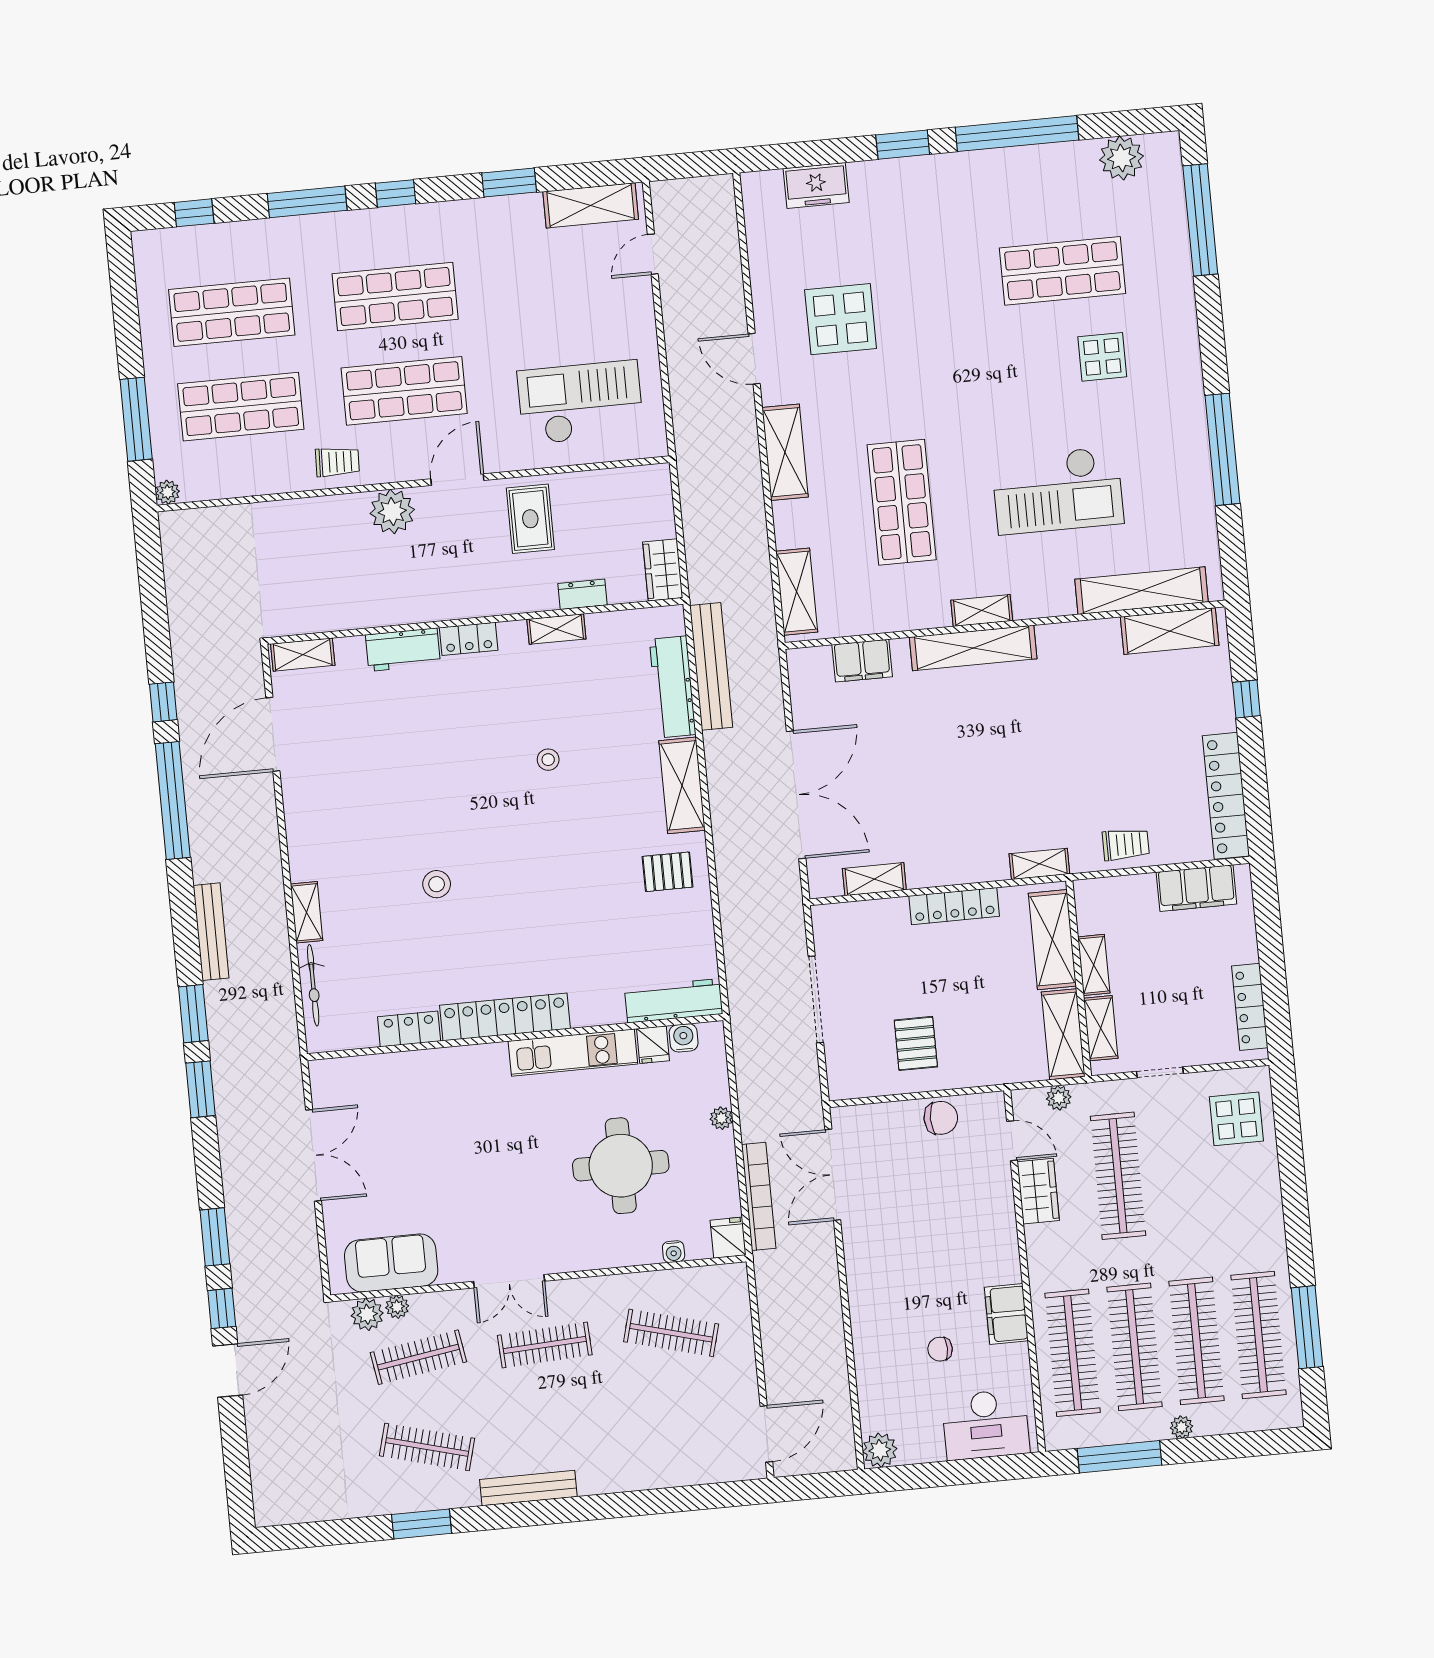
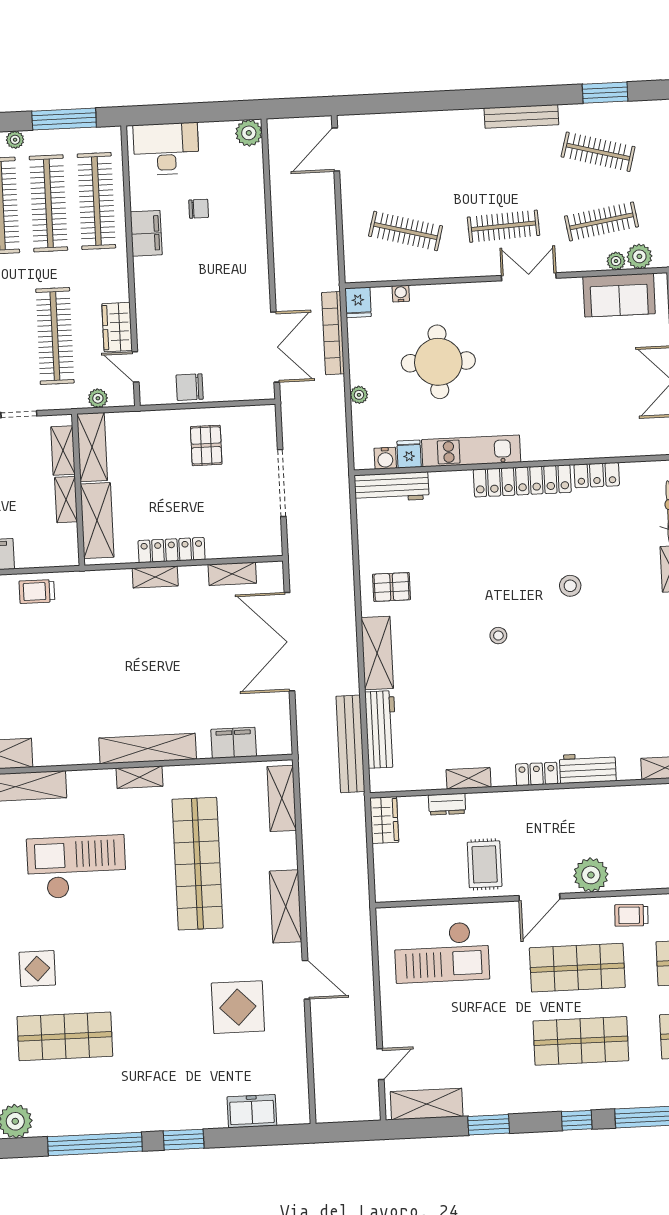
shop shelf: (902, 502) -> (197, 864), width x1.40
stool: (548, 760) -> (498, 636), moved
shelving: (1039, 864) -> (155, 577), moved

